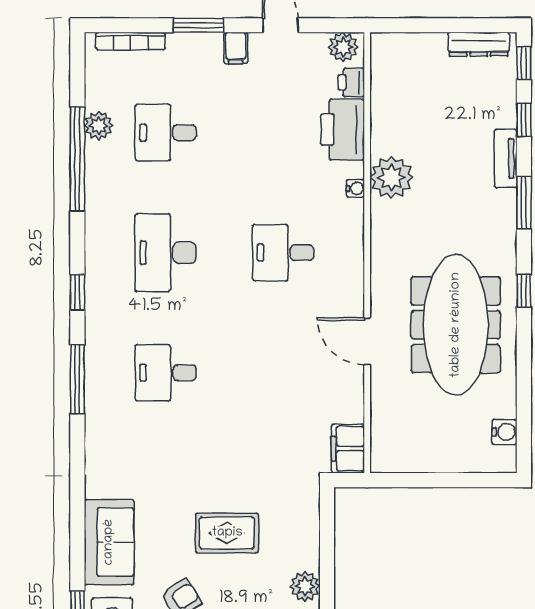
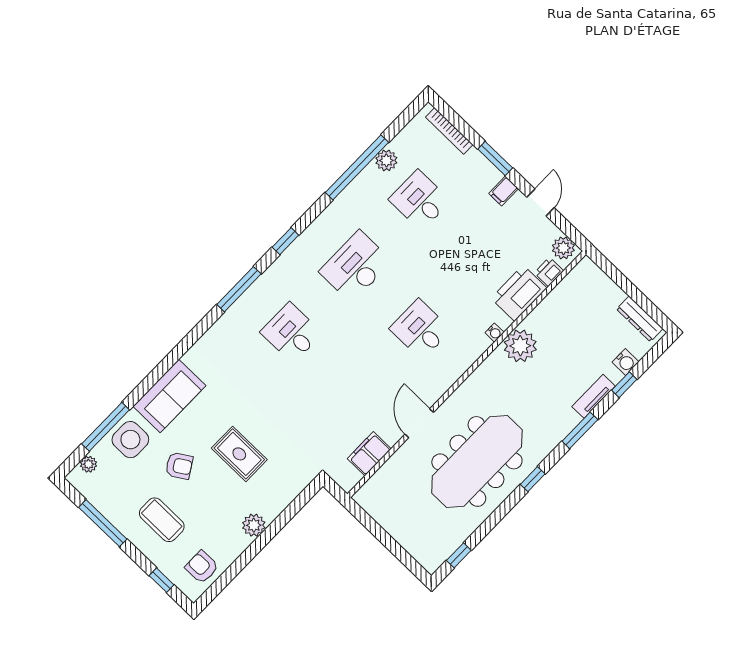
window: (524, 63) -> (459, 555), moved
water cooler: (504, 432) -> (625, 362), moved
filing cabinet: (348, 449) -> (369, 454), moved

